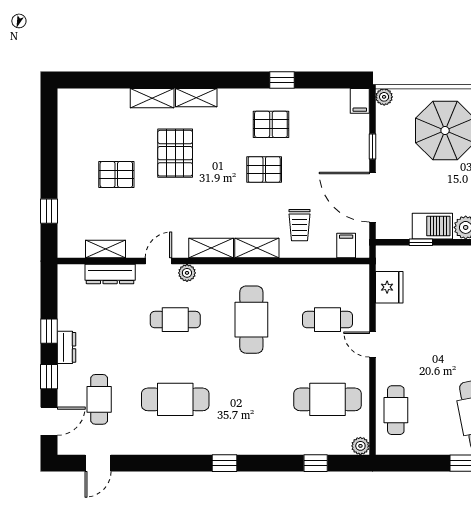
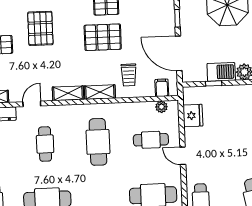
pallet: (264, 169) -> (103, 37), width x1.50, depth x1.42
plant: (187, 273) -> (161, 107), moved
cafe table: (175, 320) -> (45, 144), turned 90

